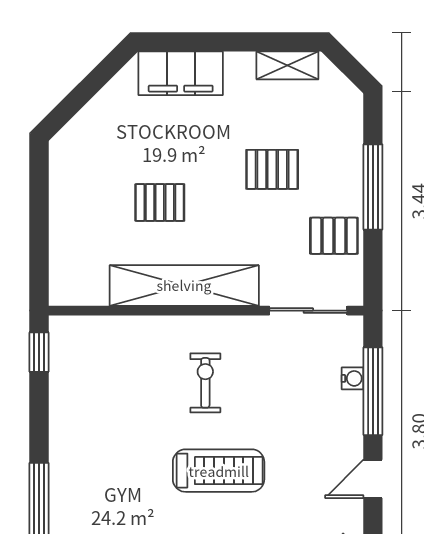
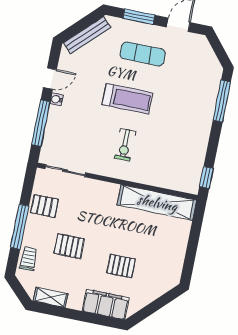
trolley: (344, 130) -> (29, 259), added
pallet: (160, 202) -> (121, 266), moved
shelving: (184, 285) -> (157, 203), moved
water cooler: (352, 378) -> (56, 99), moved
treadmill: (219, 471) -> (127, 99), turned 180

